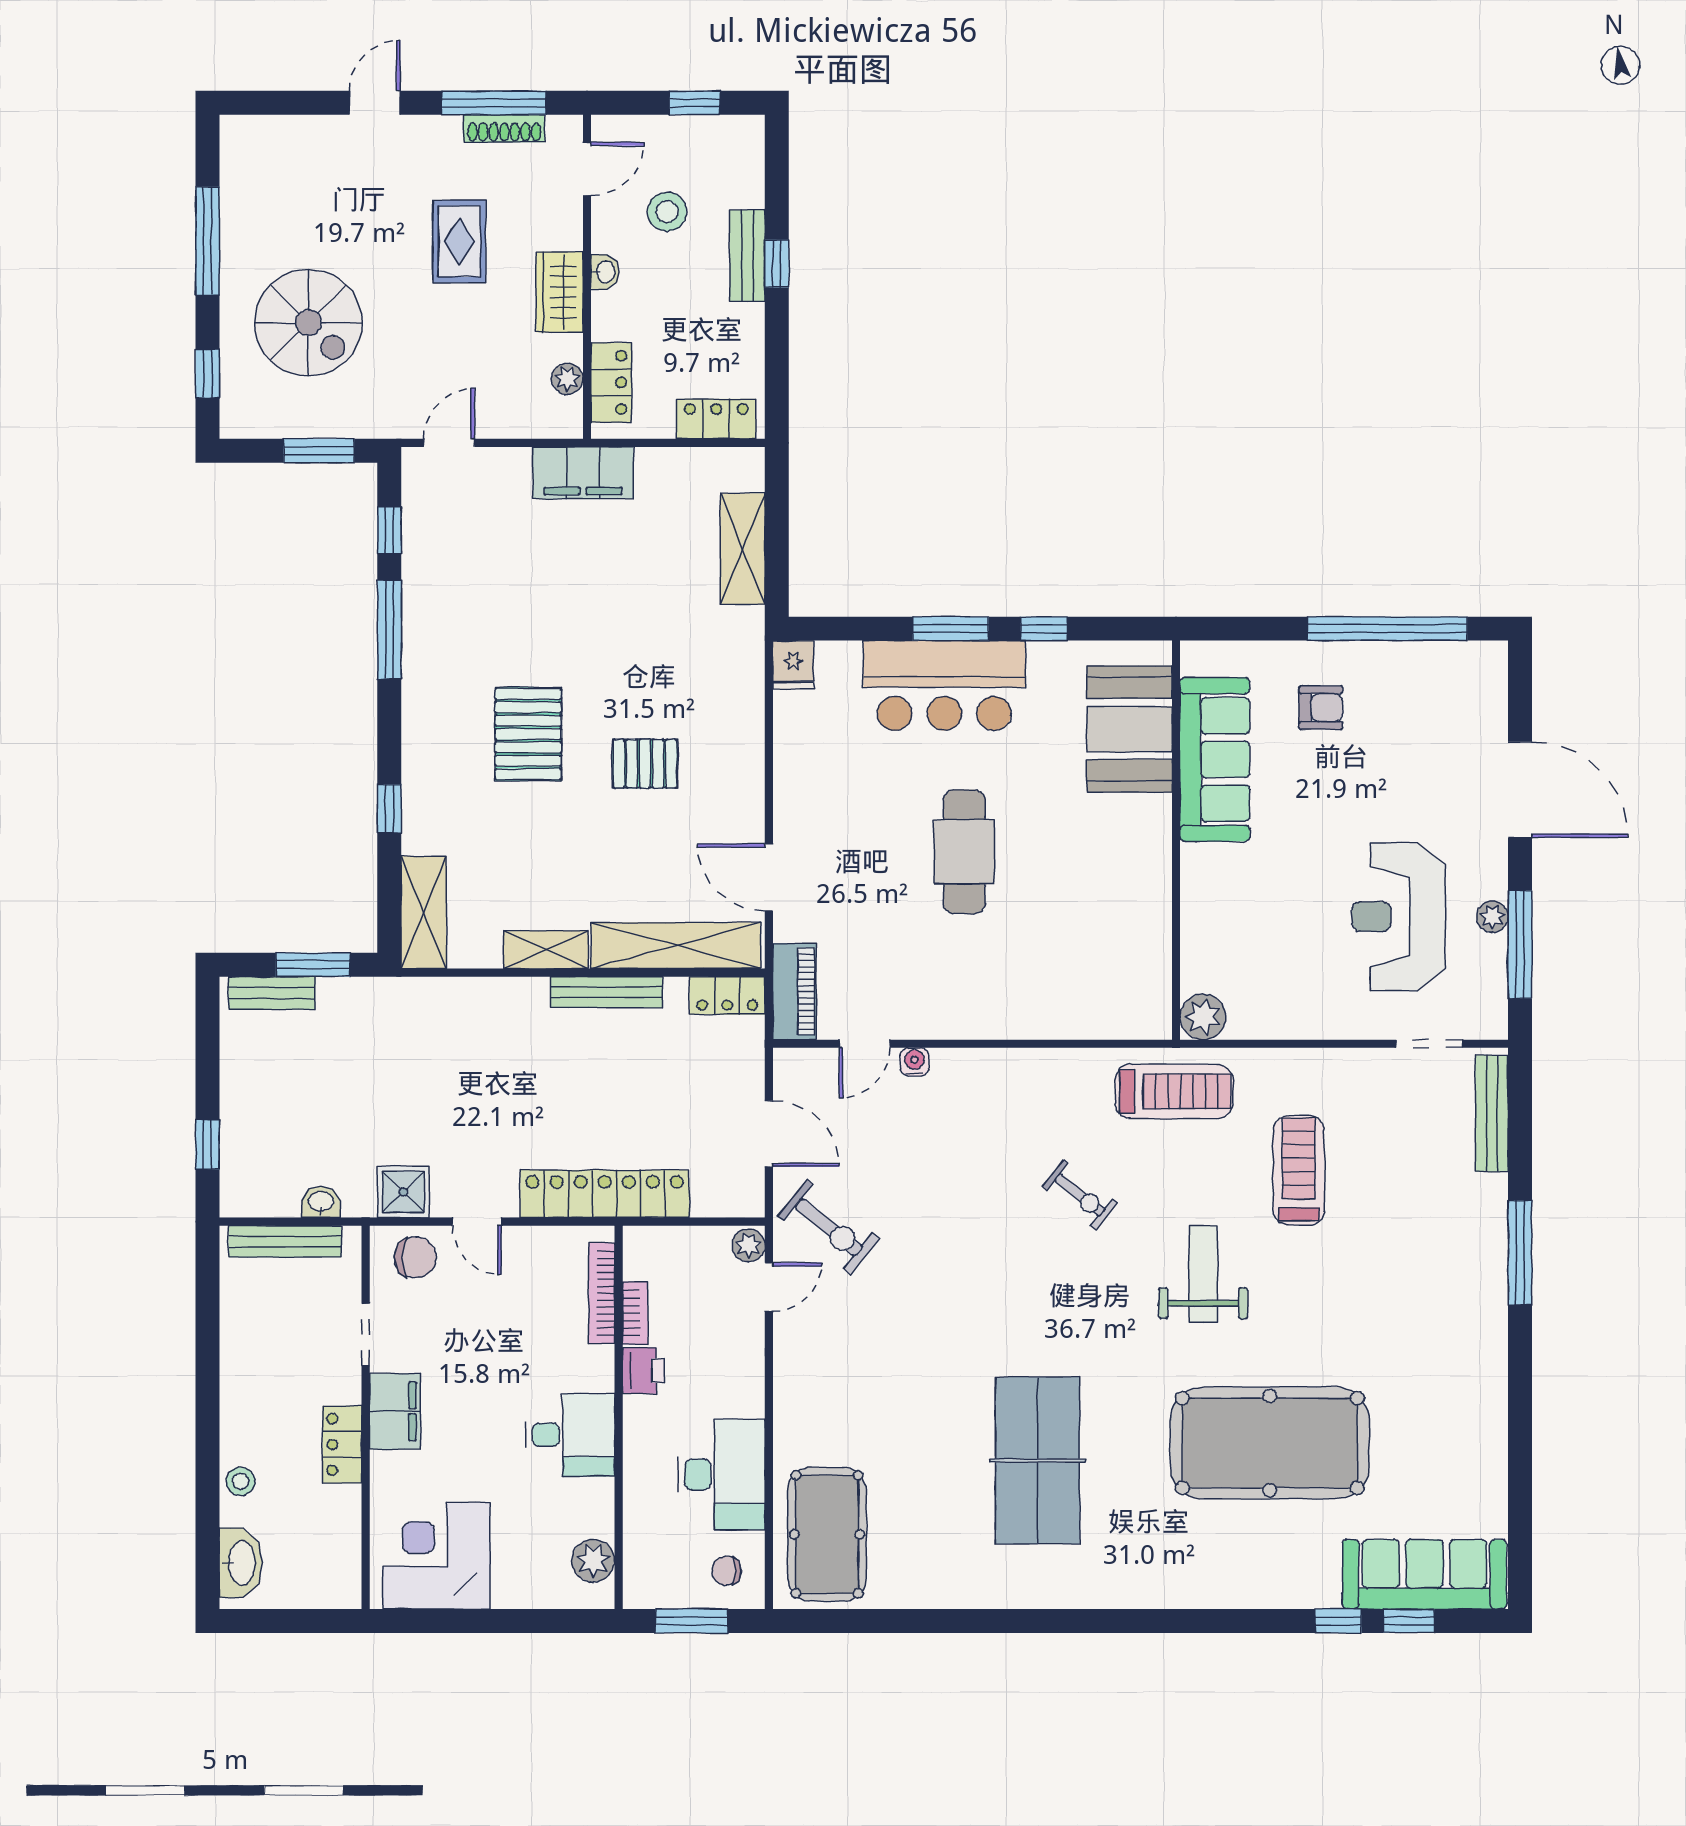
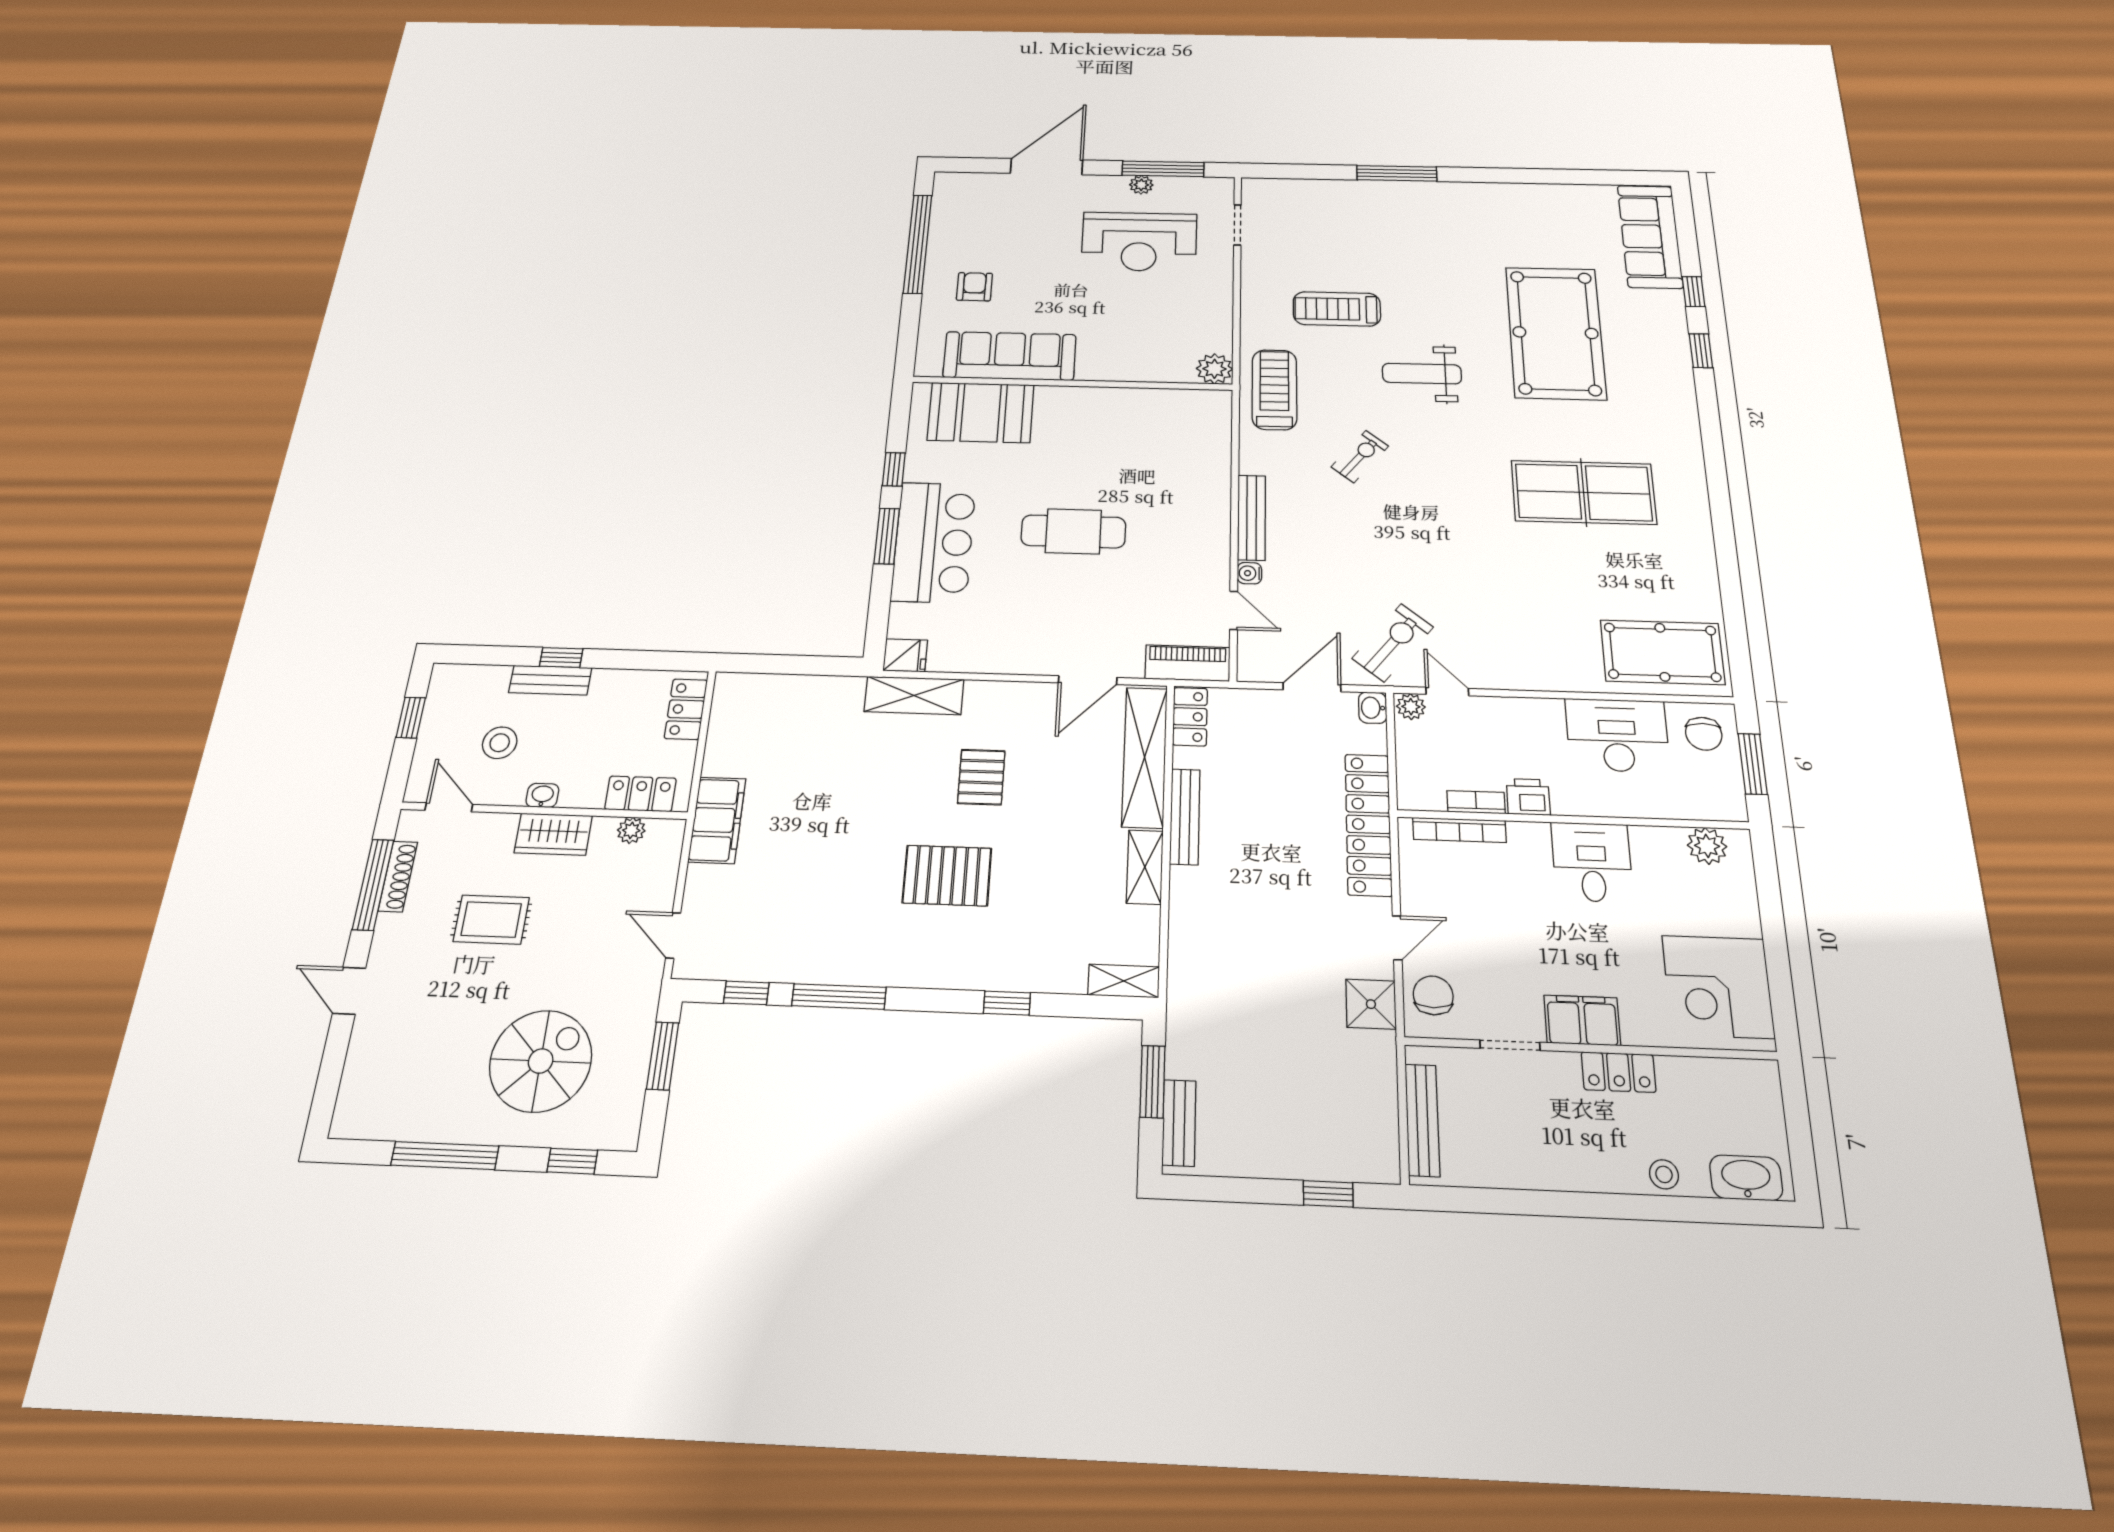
shelving: (743, 549) -> (914, 695), moved
shelving: (424, 912) -> (1124, 981), width x0.67, depth x0.75
bench: (1492, 1113) -> (1252, 518), moved, turned 90
washbasin: (321, 1202) -> (1373, 708), moved
chair: (727, 1571) -> (1704, 734), width x1.37, depth x1.37
window: (1409, 1621) -> (1701, 351), moved

